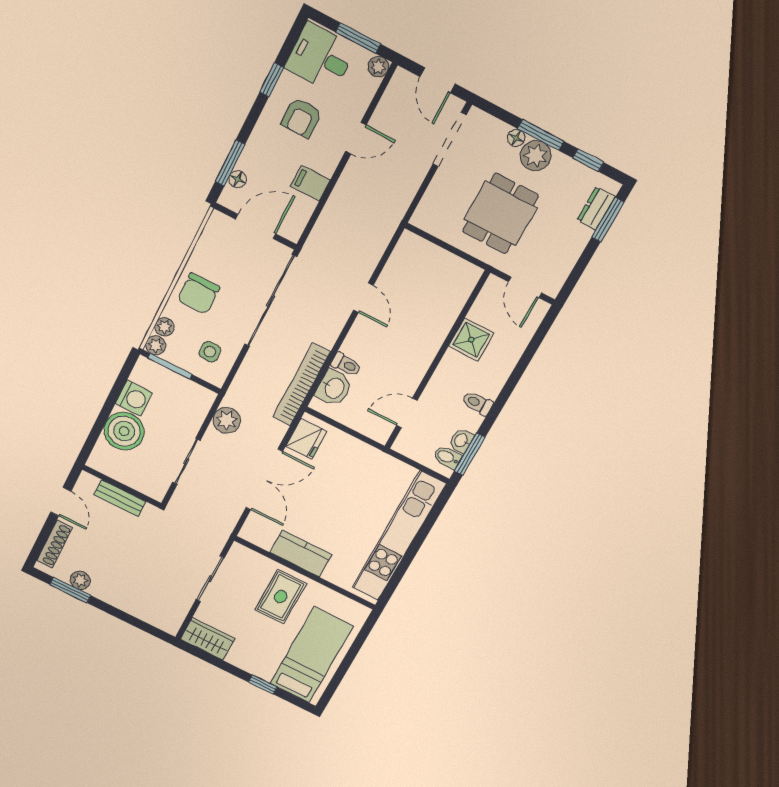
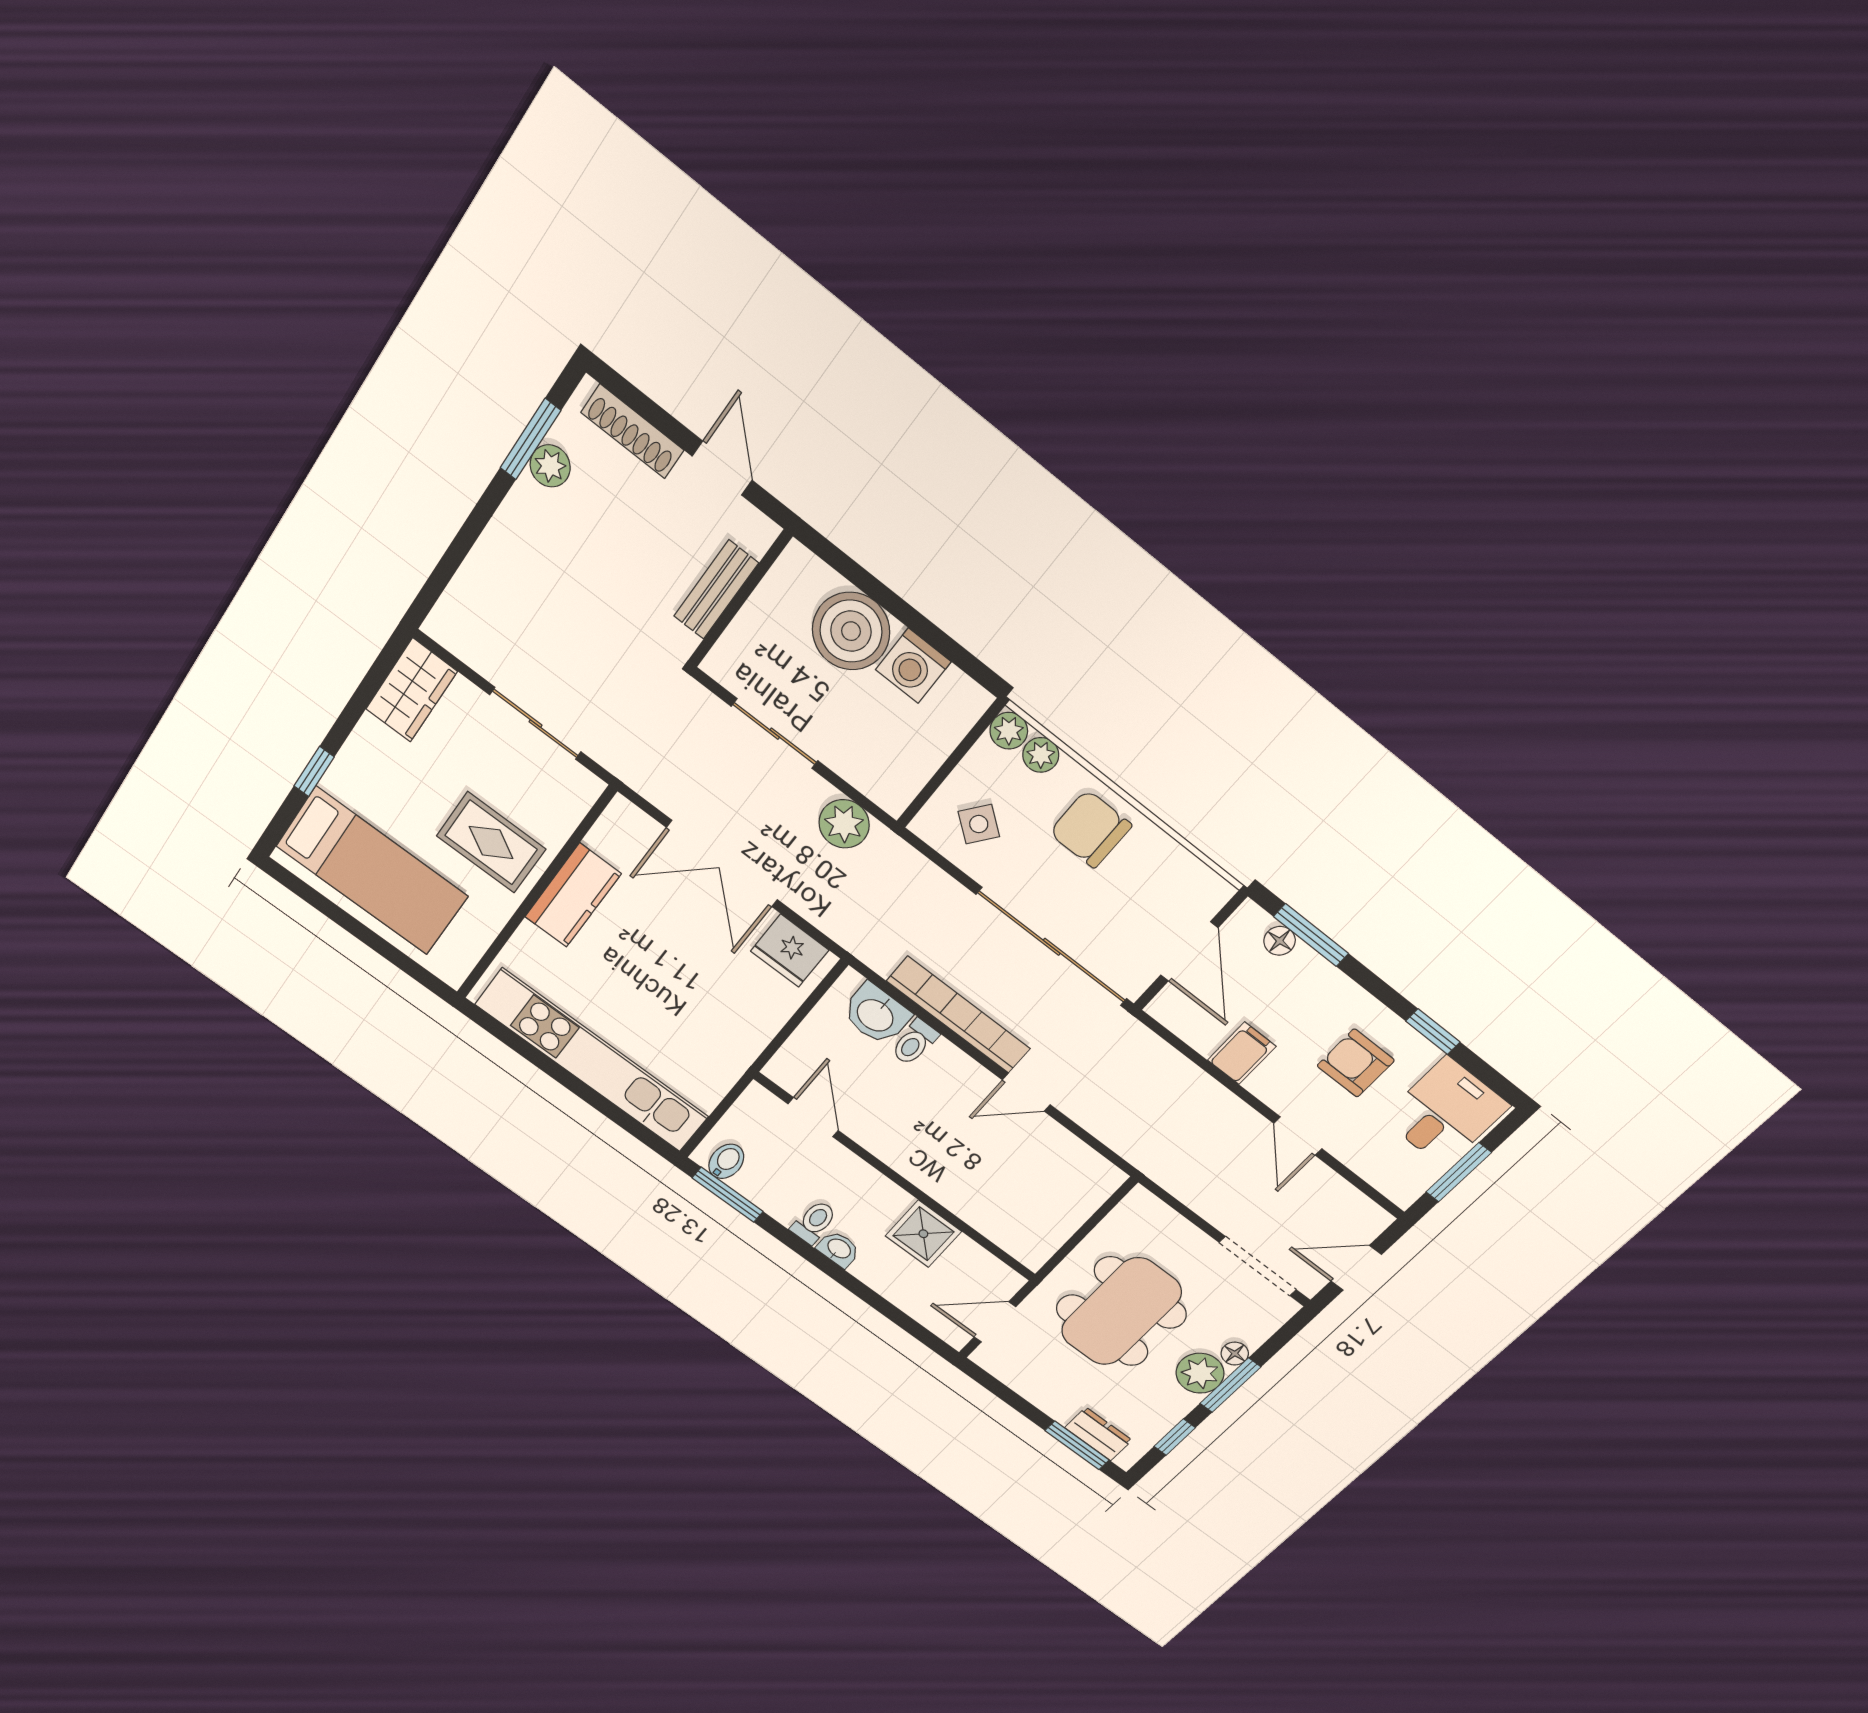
plant: (378, 67) -> (1404, 1191), removed
dining table: (500, 214) -> (1121, 1312), width x1.38
side table: (210, 352) -> (979, 824), turned 38
window: (170, 366) -> (964, 747), removed
bookcase: (301, 384) -> (959, 1015), moved
washbasin: (461, 441) -> (839, 1249), moved
door: (61, 502) -> (722, 468), swing flipped

